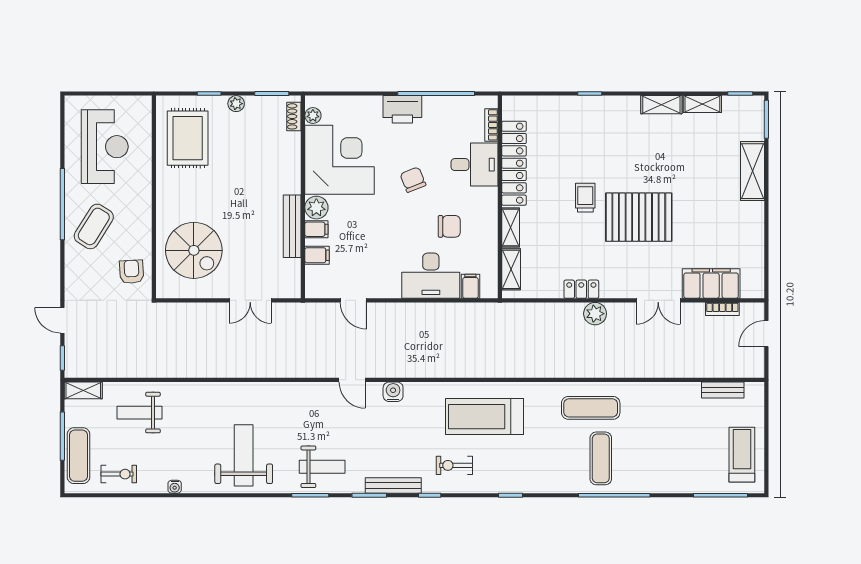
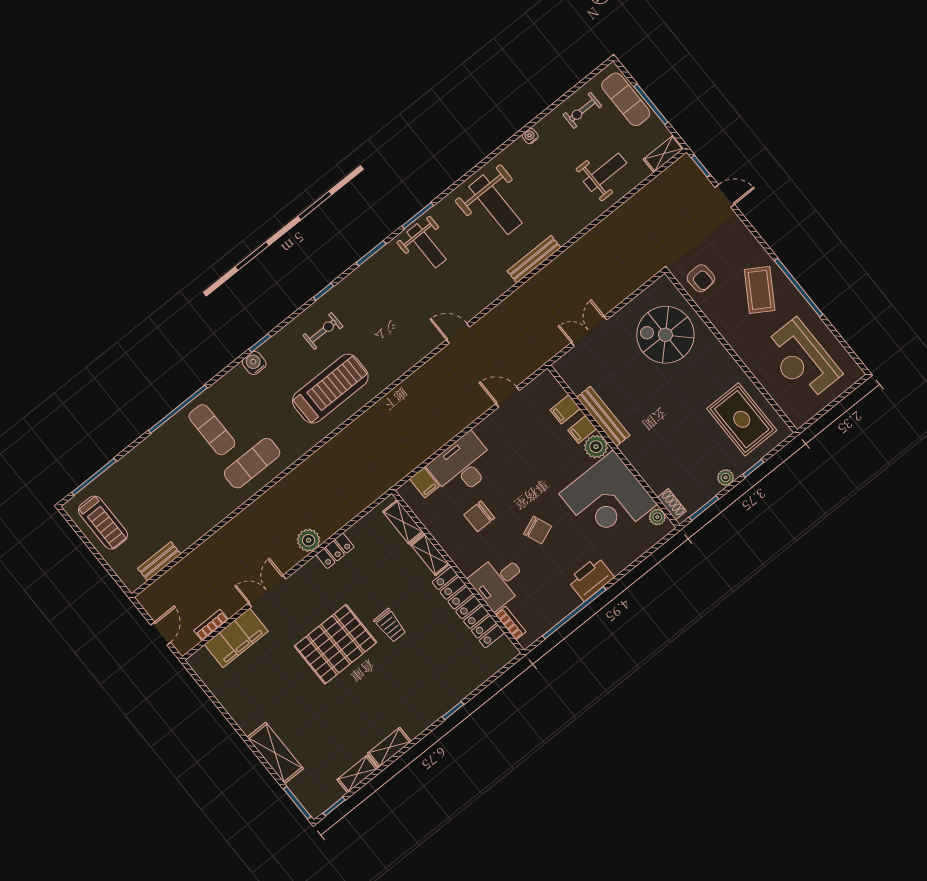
water cooler: (393, 392) -> (254, 363), moved, turned 180
weight bench: (322, 467) -> (426, 246), turned -90
bench: (393, 485) -> (534, 259), moved

